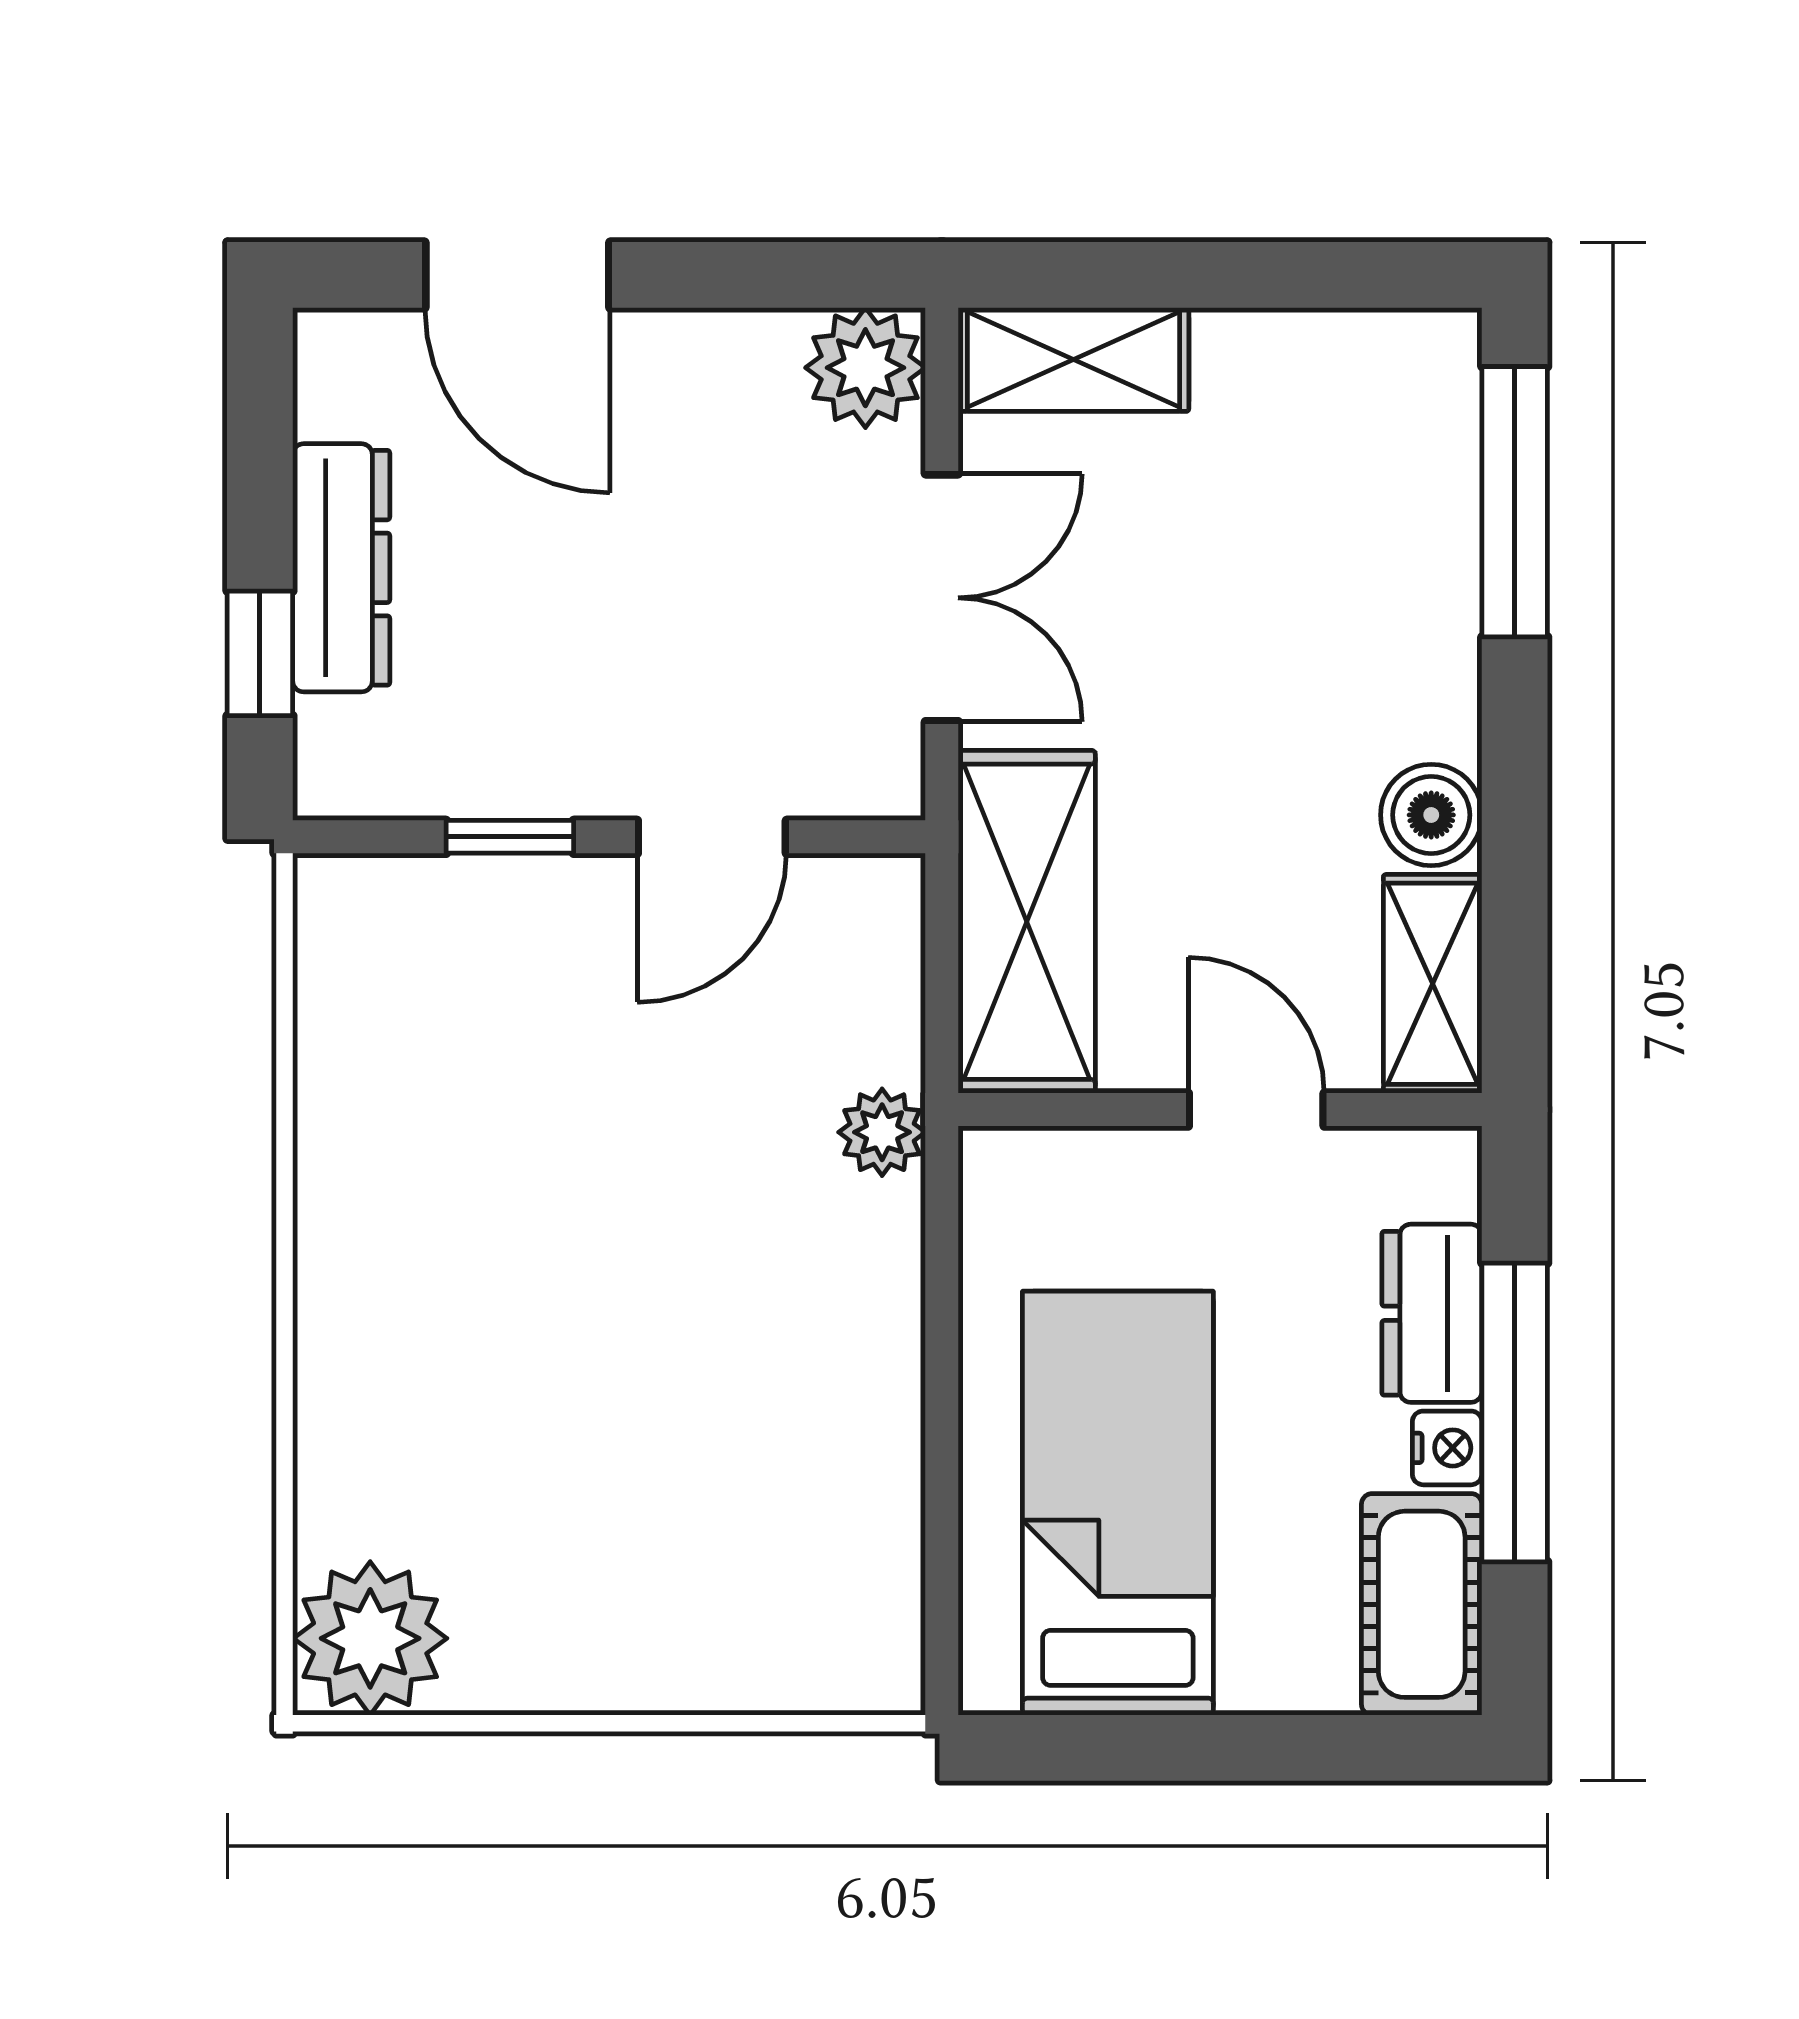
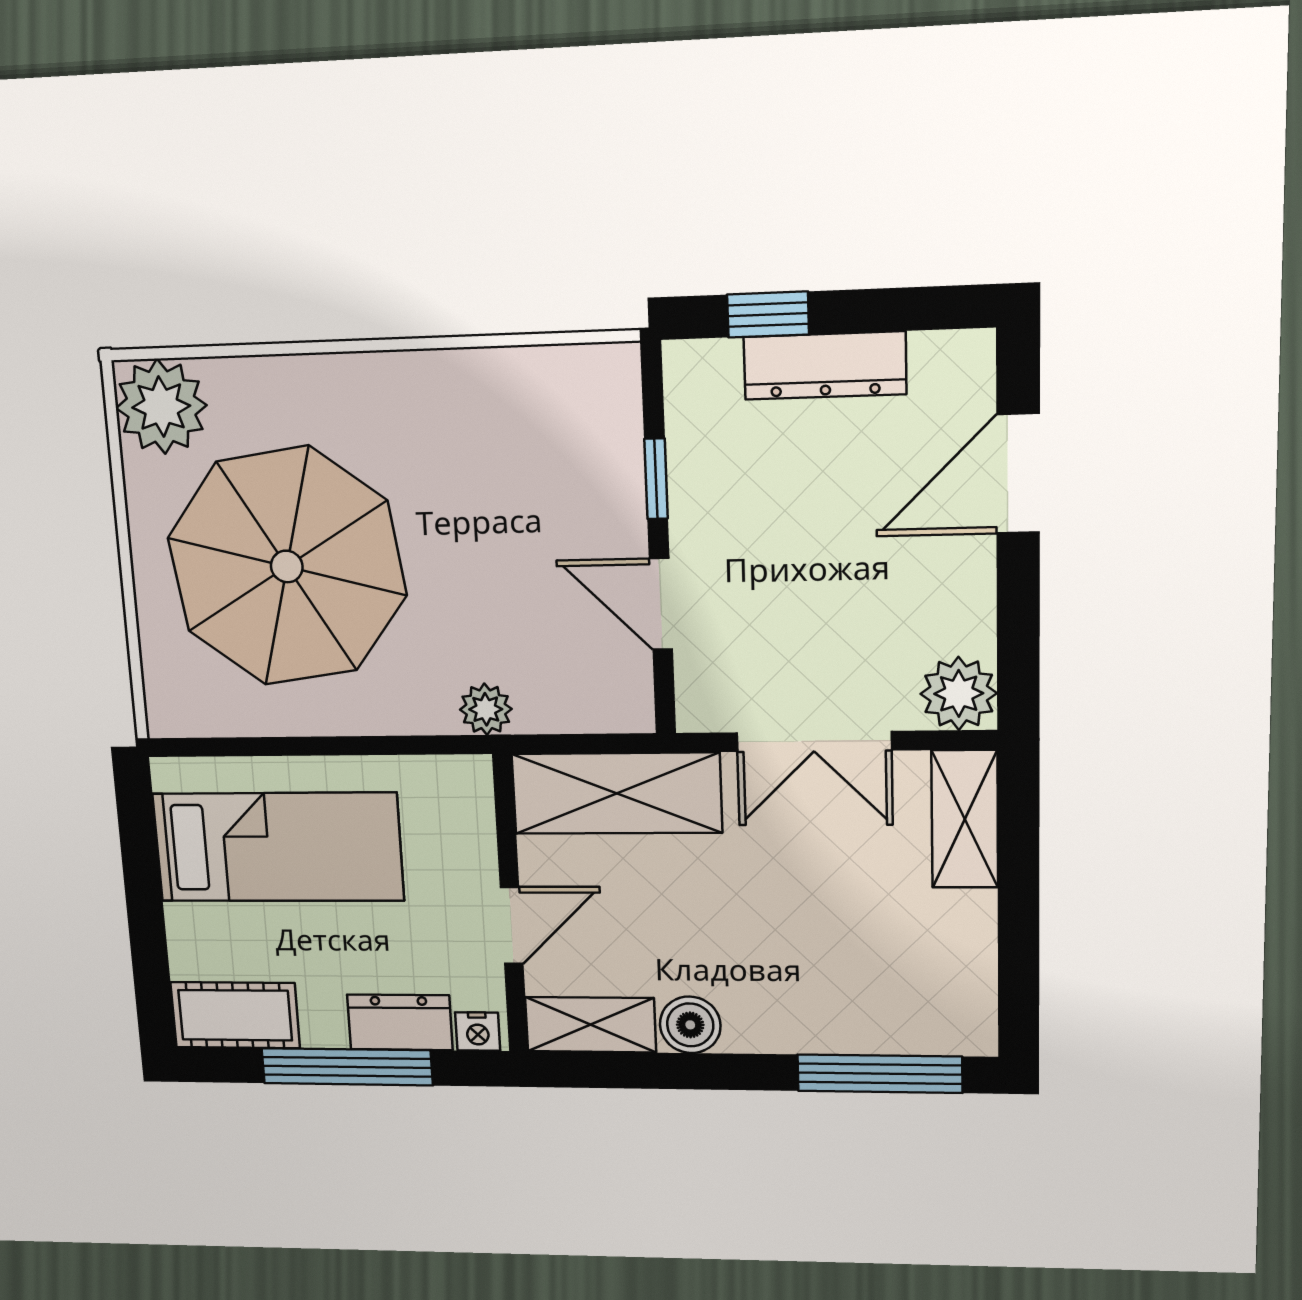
nightstand: (1447, 1448) -> (478, 1031), moved
parasol: (637, 1450) -> (287, 566), added

